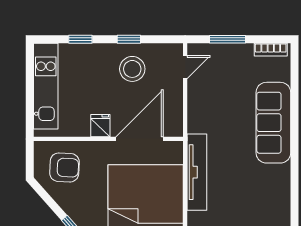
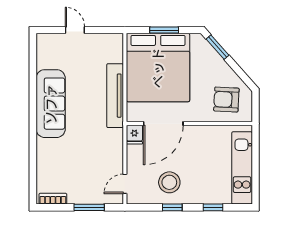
sofa: (273, 123) -> (51, 104), moved
fridge: (100, 126) -> (134, 135), moved

